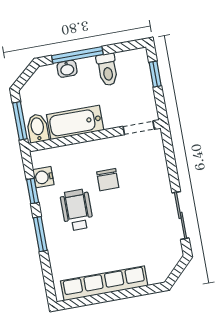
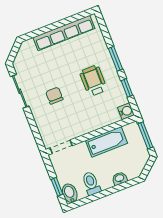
window: (77, 55) -> (114, 189), removed
bidet: (38, 128) -> (70, 193), moved, turned 180
water cooler: (43, 177) -> (126, 111), moved
chair: (108, 180) -> (54, 96), moved
wheelchair: (77, 210) -> (93, 81), turned 180

